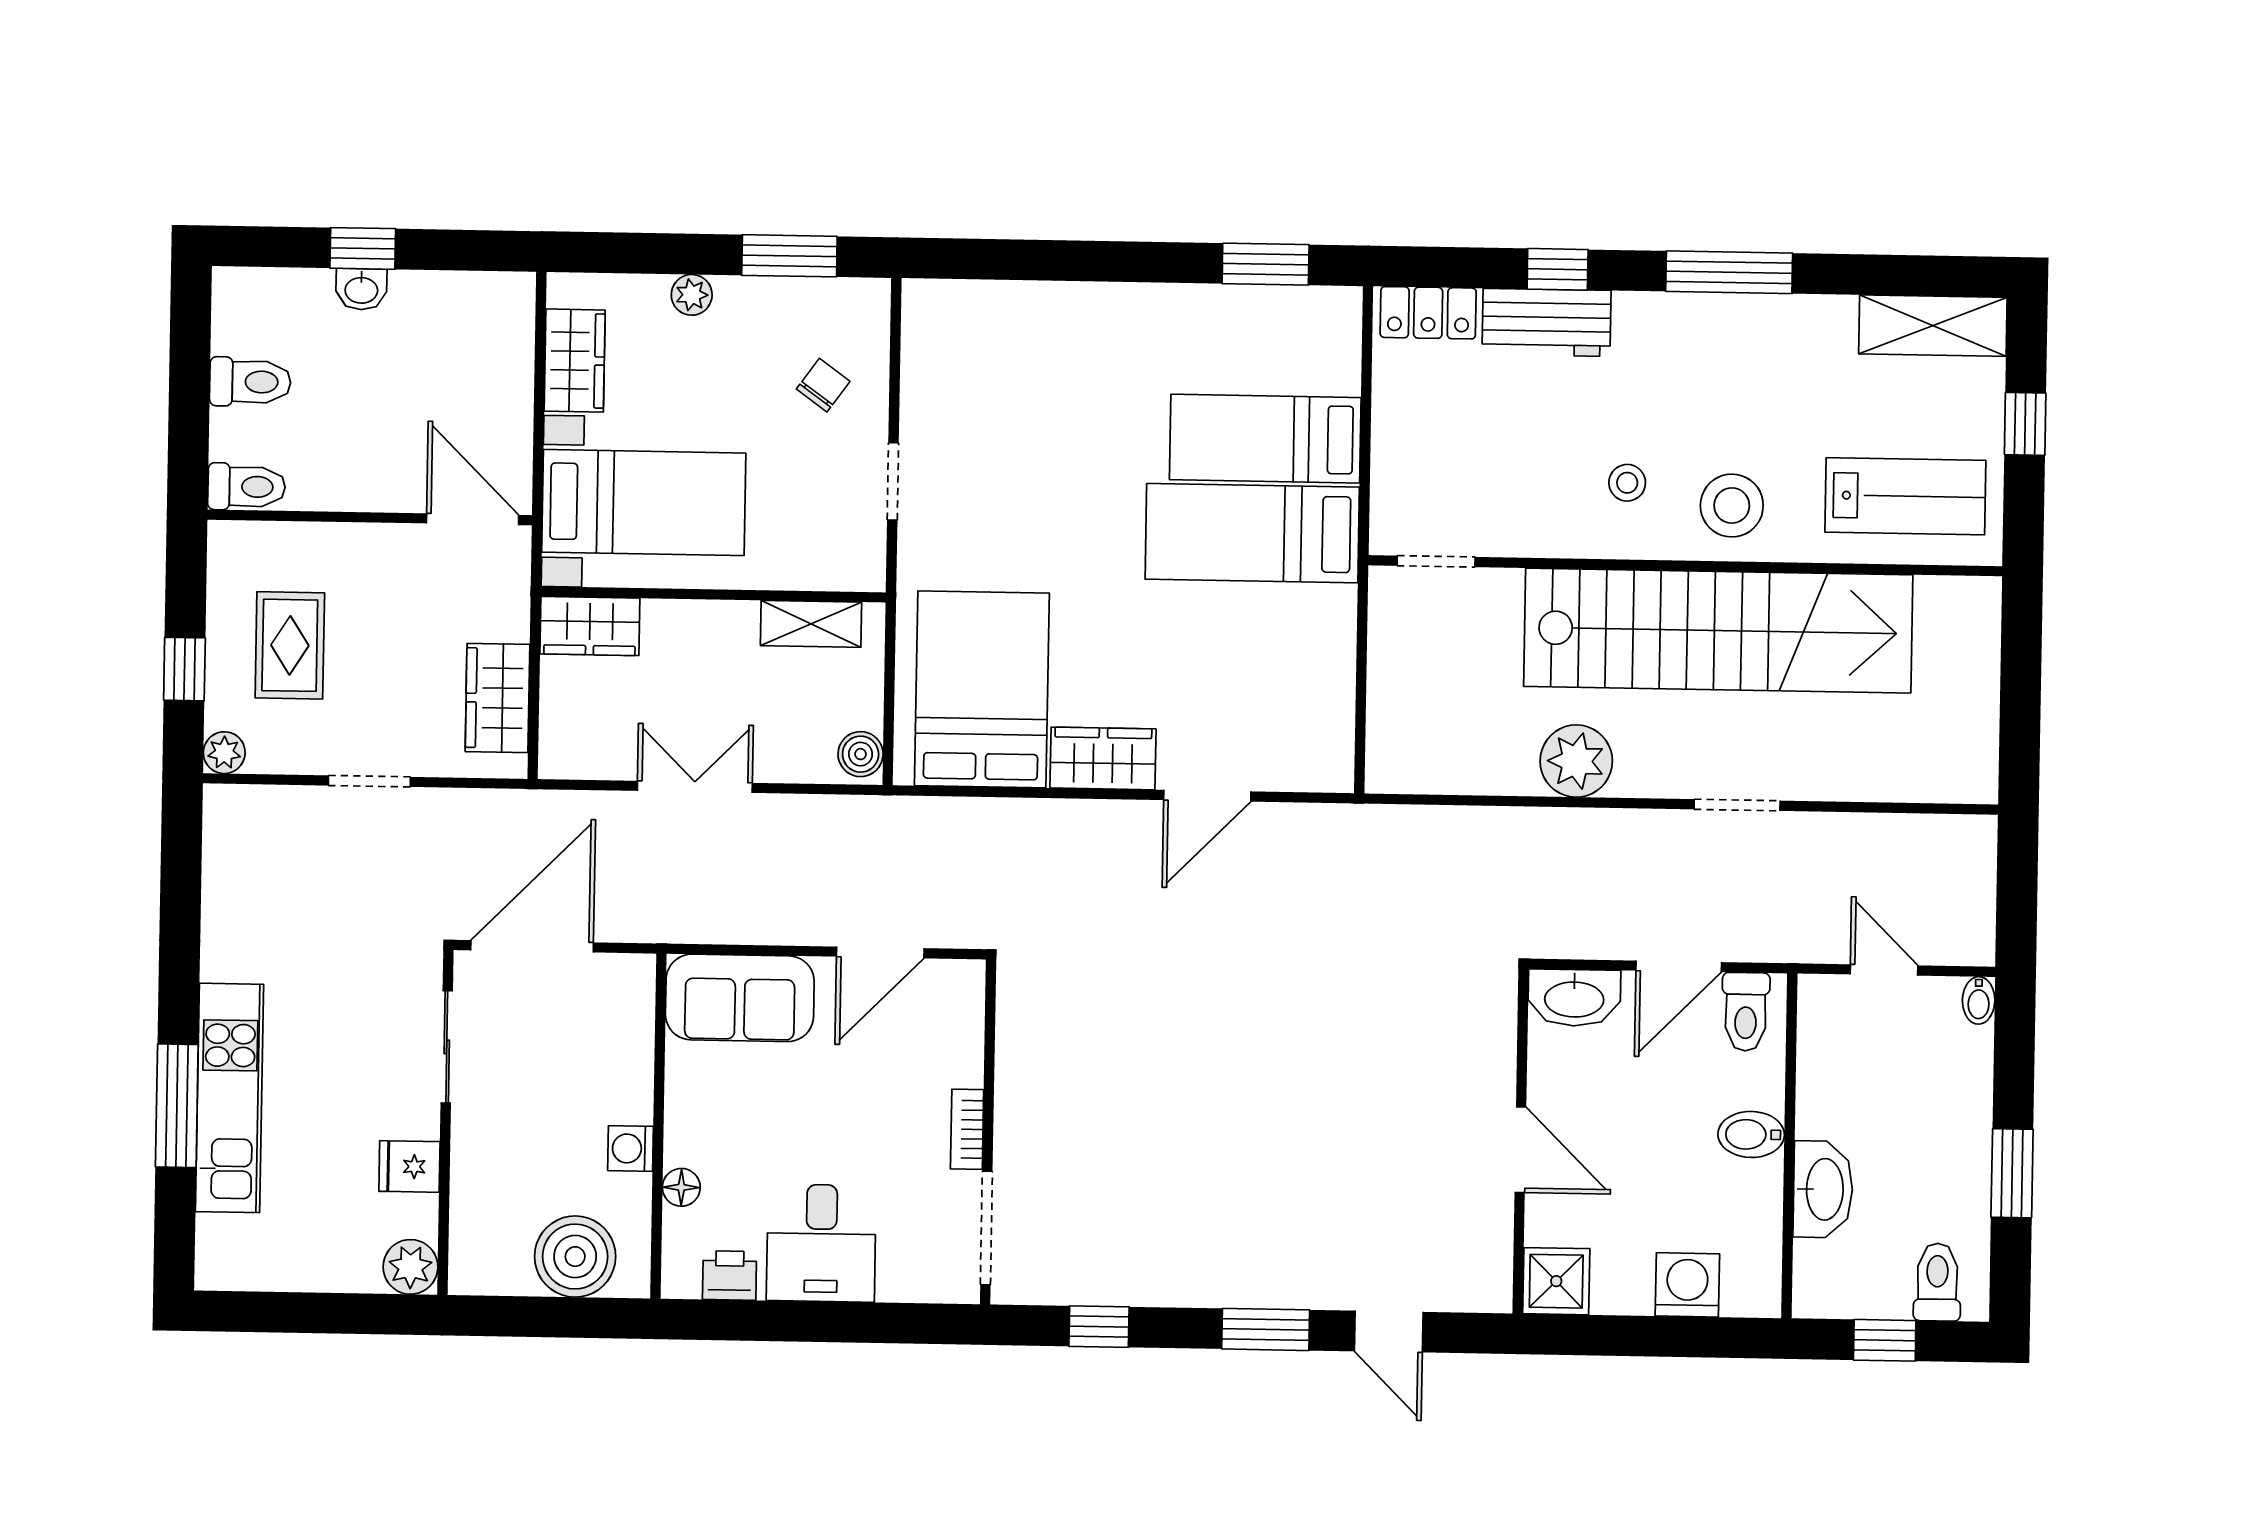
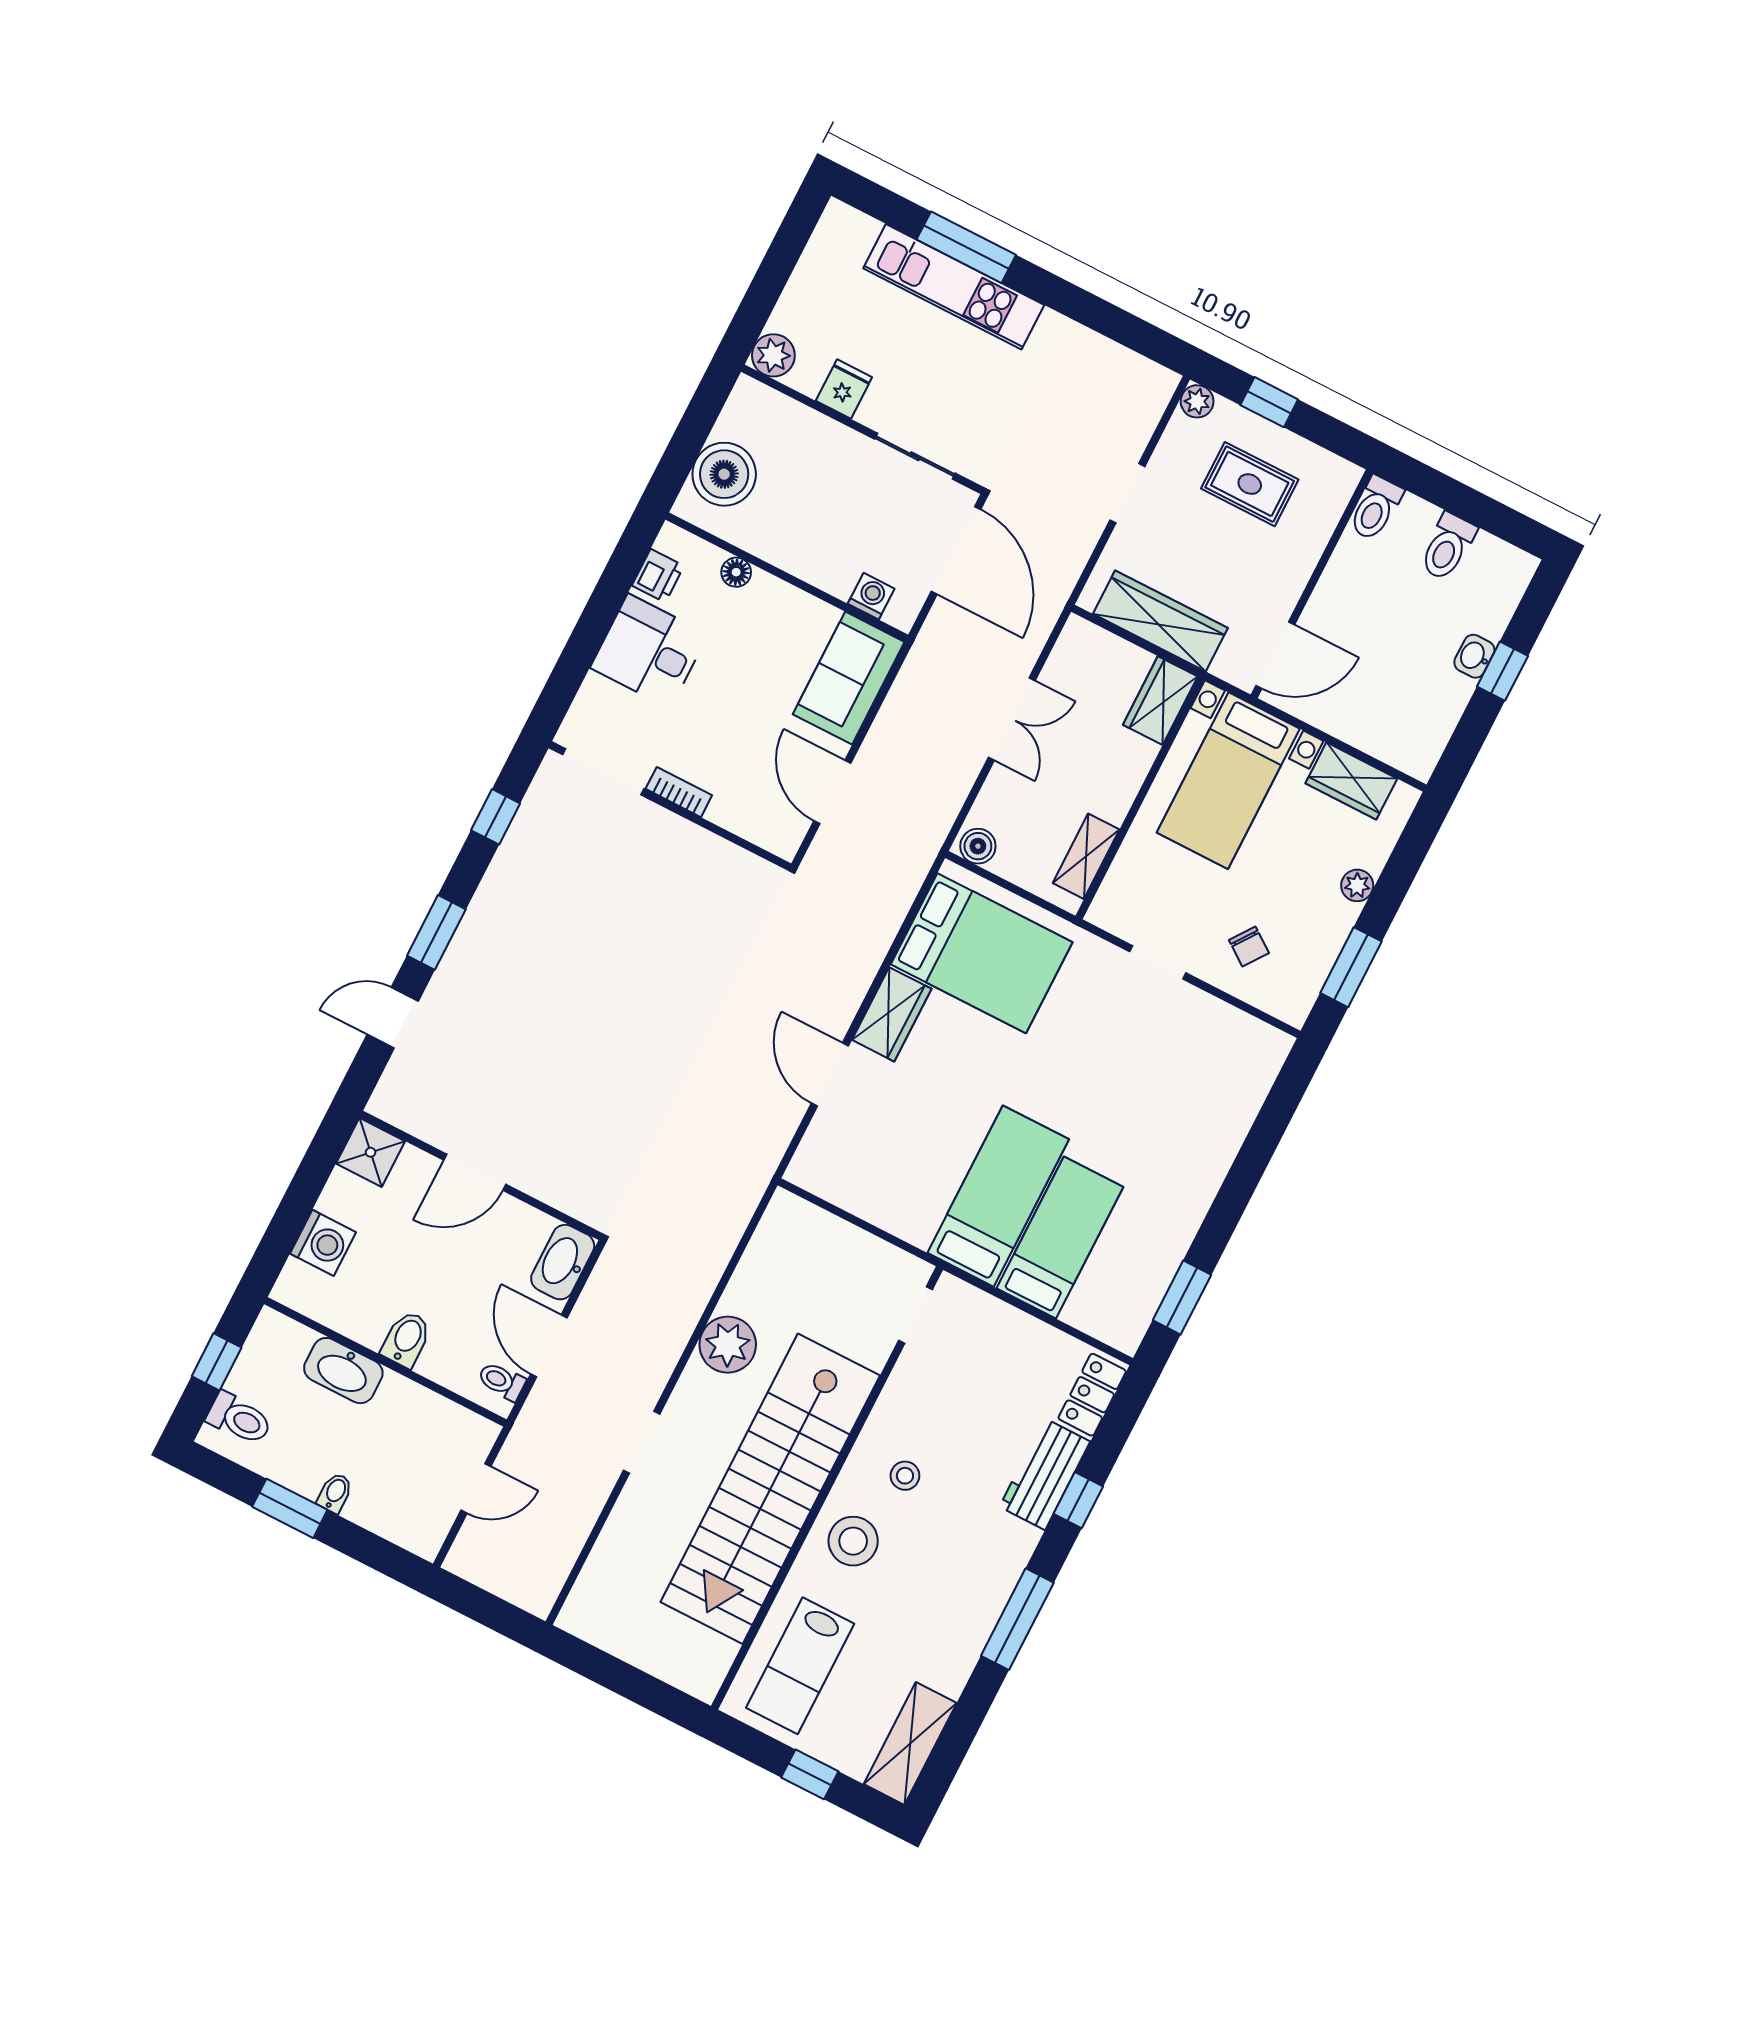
wardrobe: (498, 698) -> (1160, 621), width x1.50
bidet: (1979, 1000) -> (335, 1493), moved, turned 90
toilet: (1746, 1012) -> (502, 1381), width x0.73, depth x0.72
washing machine: (630, 1148) -> (871, 596), moved

